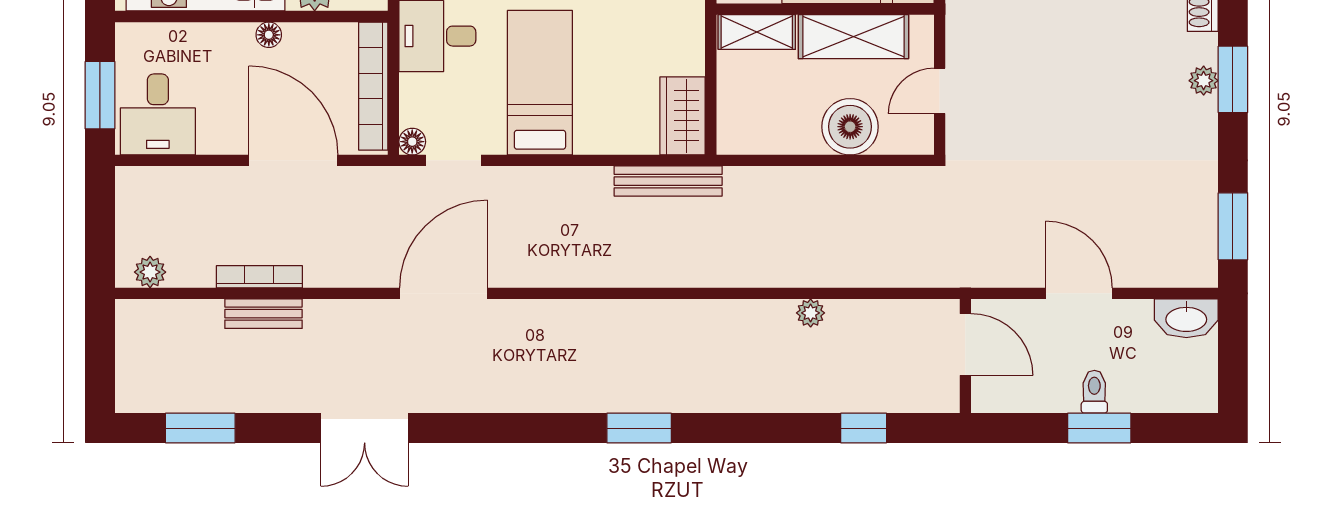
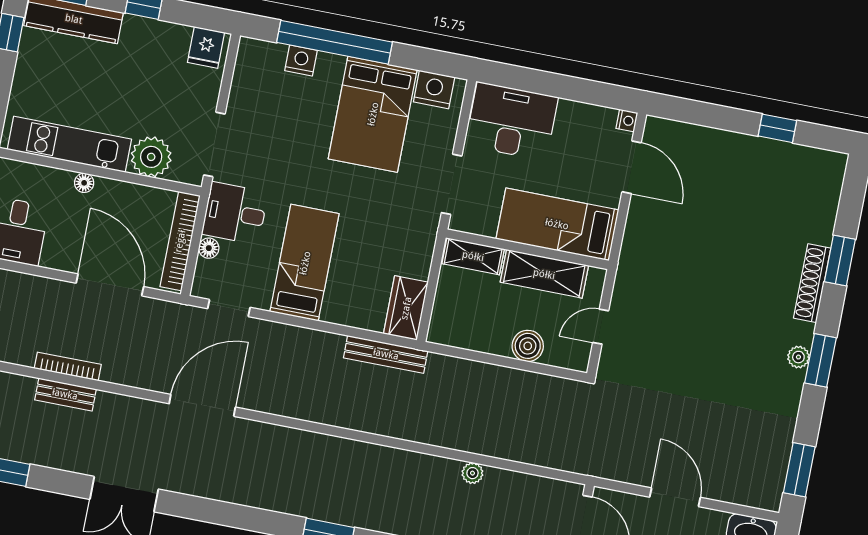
floor lamp: (269, 35) -> (84, 183), moved
boiler: (850, 127) -> (528, 346), width x0.73, depth x0.73
floor lamp: (412, 142) -> (209, 248), moved

